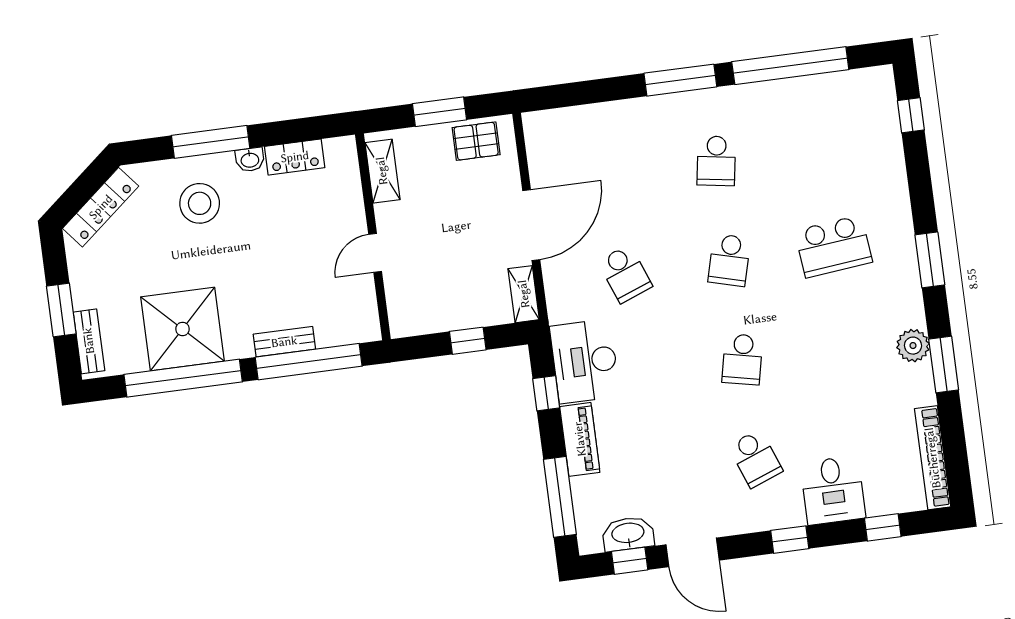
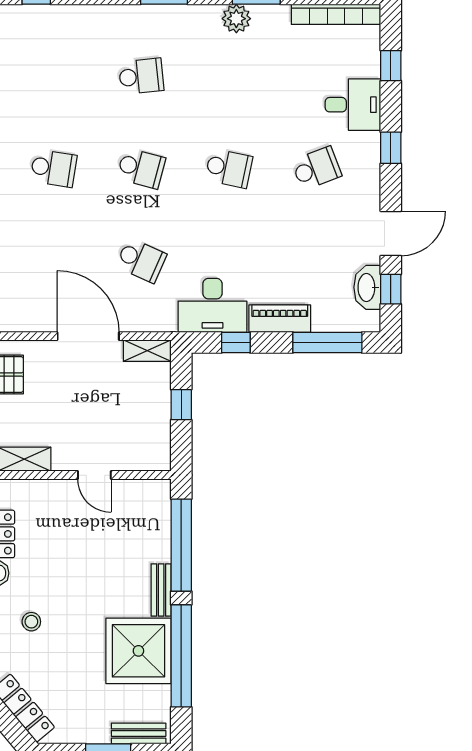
stool: (200, 203) -> (31, 622), width x0.53, depth x0.53
school desk: (833, 246) -> (141, 76), width x0.54
school desk: (625, 274) -> (141, 260), turned 45
bench: (284, 342) -> (161, 590), moved

